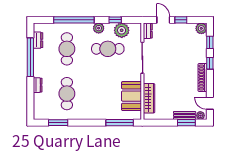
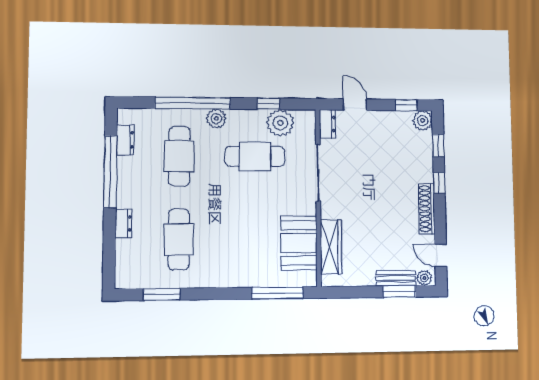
window: (181, 20) -> (406, 105), moved
plant: (99, 28) -> (216, 118), moved

